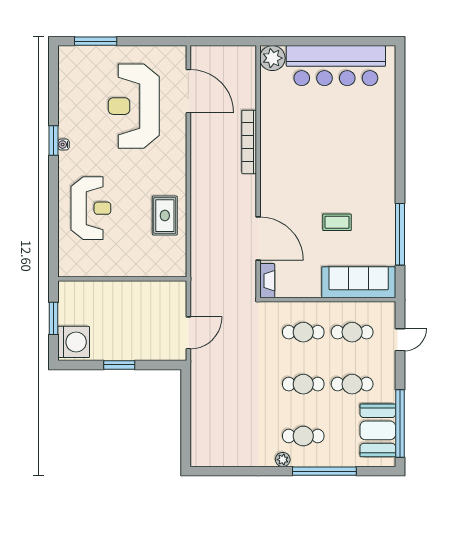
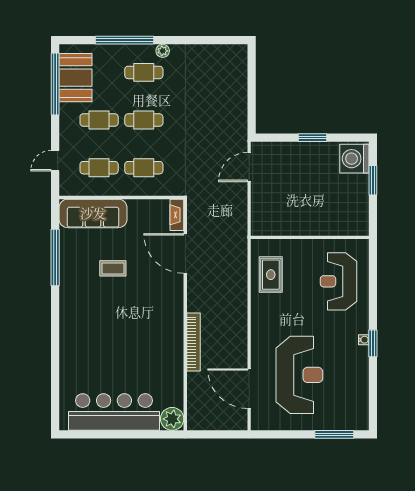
wall: (122, 279) -> (310, 237), moved

